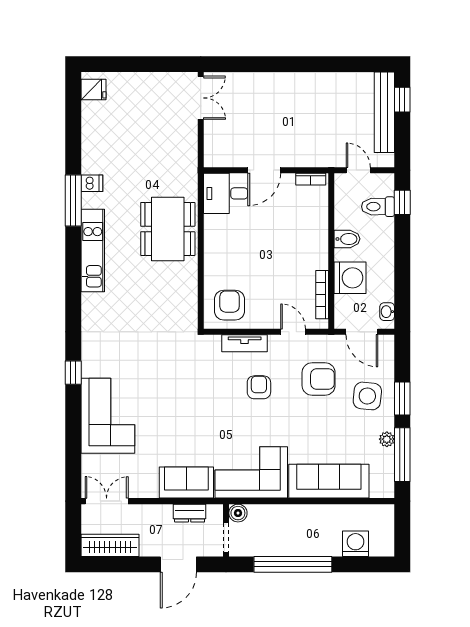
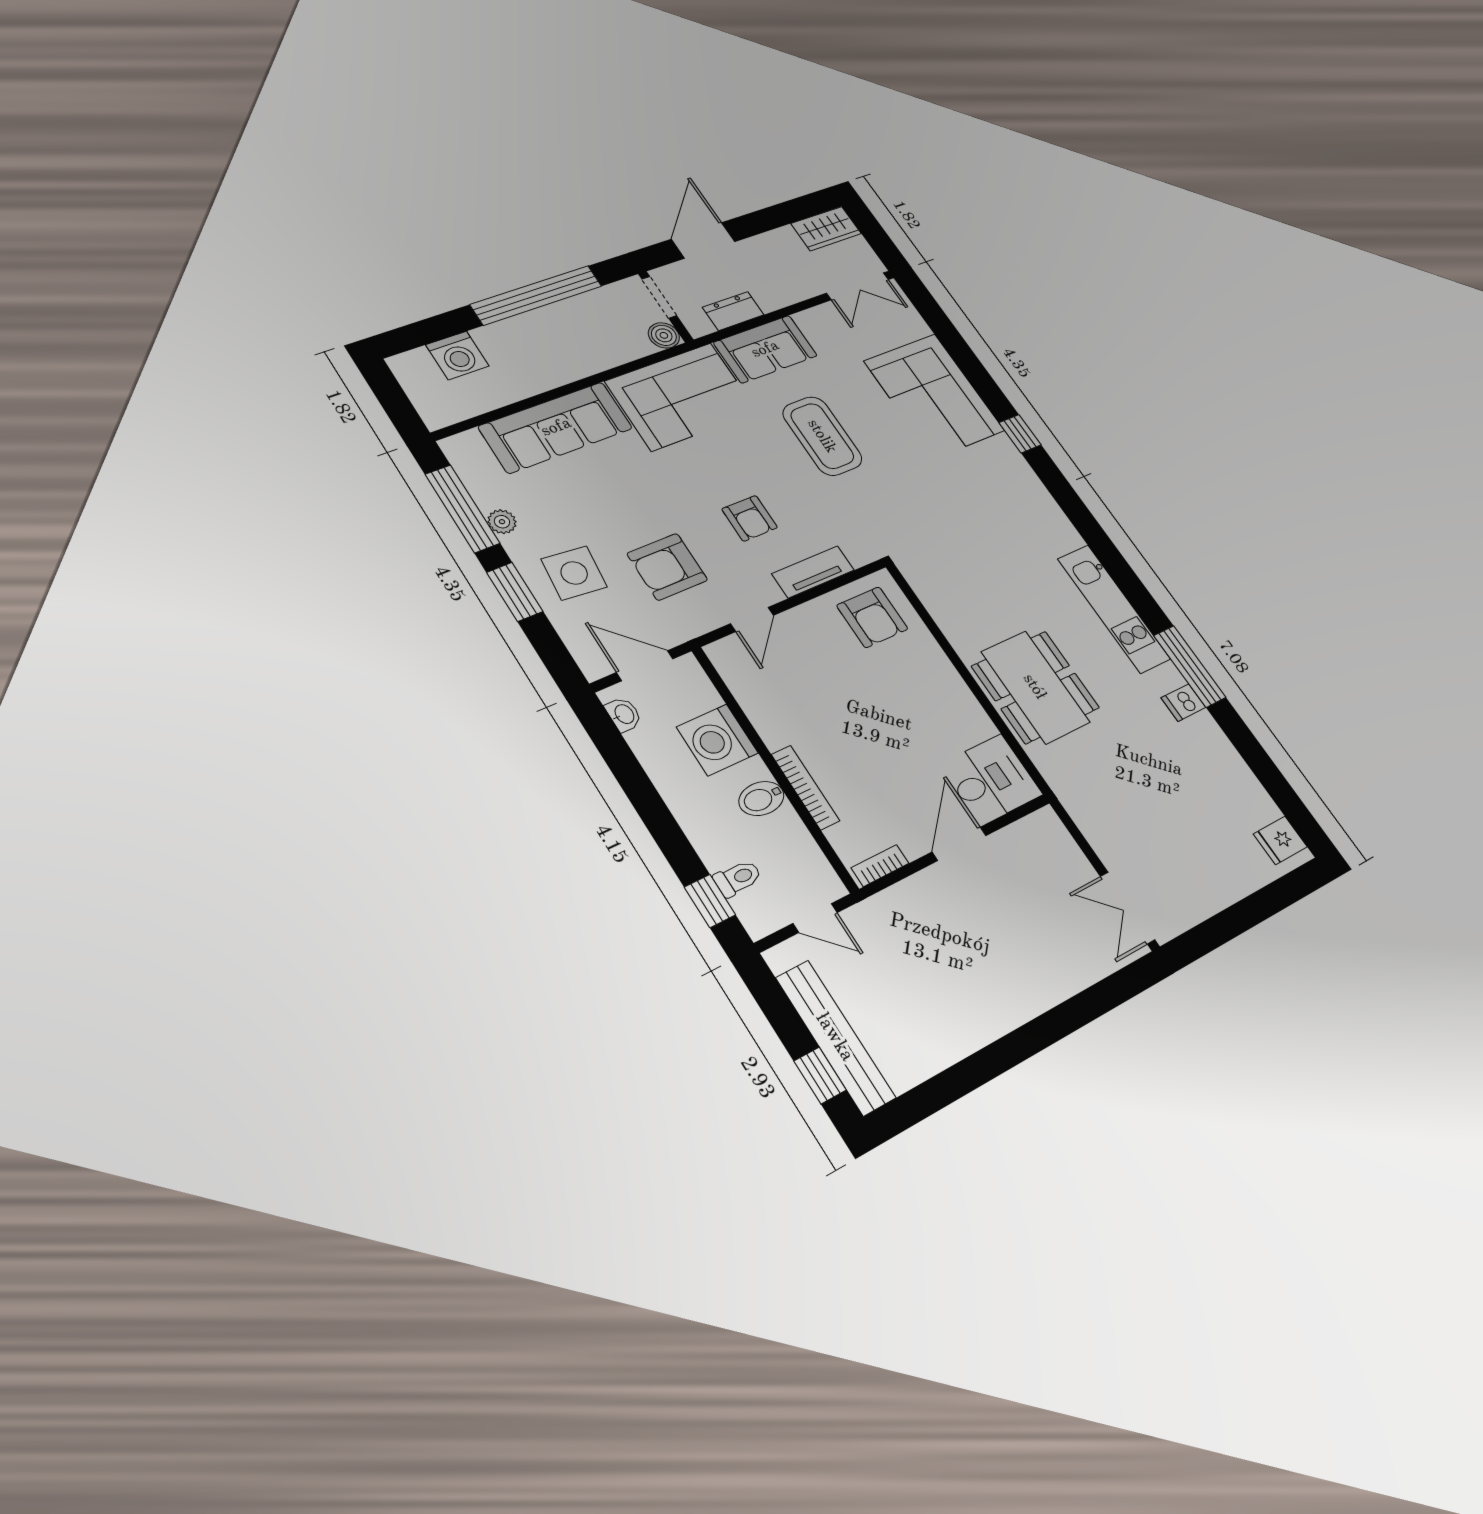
toilet: (378, 207) -> (738, 878), width x0.73, depth x0.72
bookcase: (322, 295) -> (805, 788), moved
door: (293, 332) -> (752, 620), hinge flipped
coffee table: (188, 418) -> (822, 436), added
wardrobe: (110, 545) -> (826, 229), width x0.67

